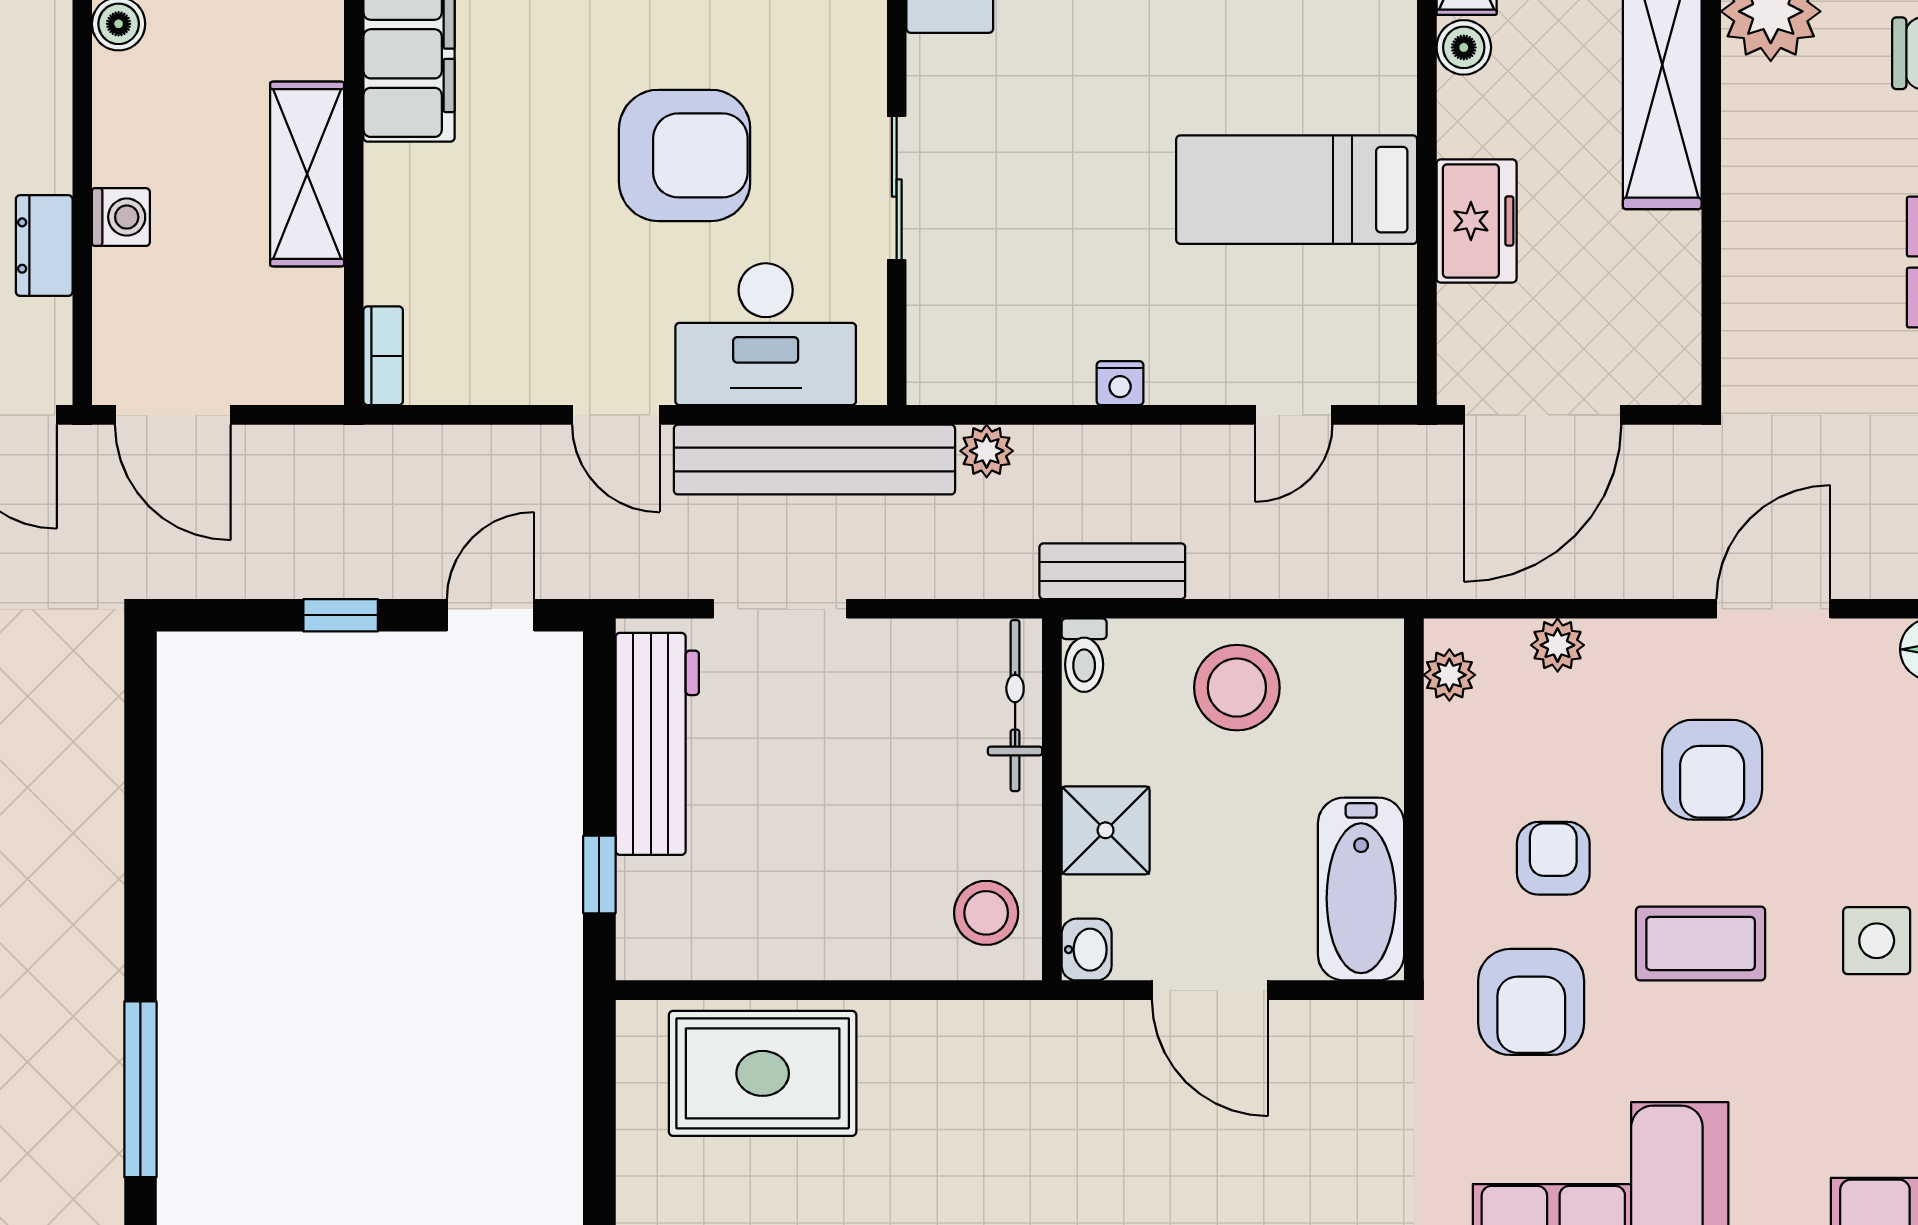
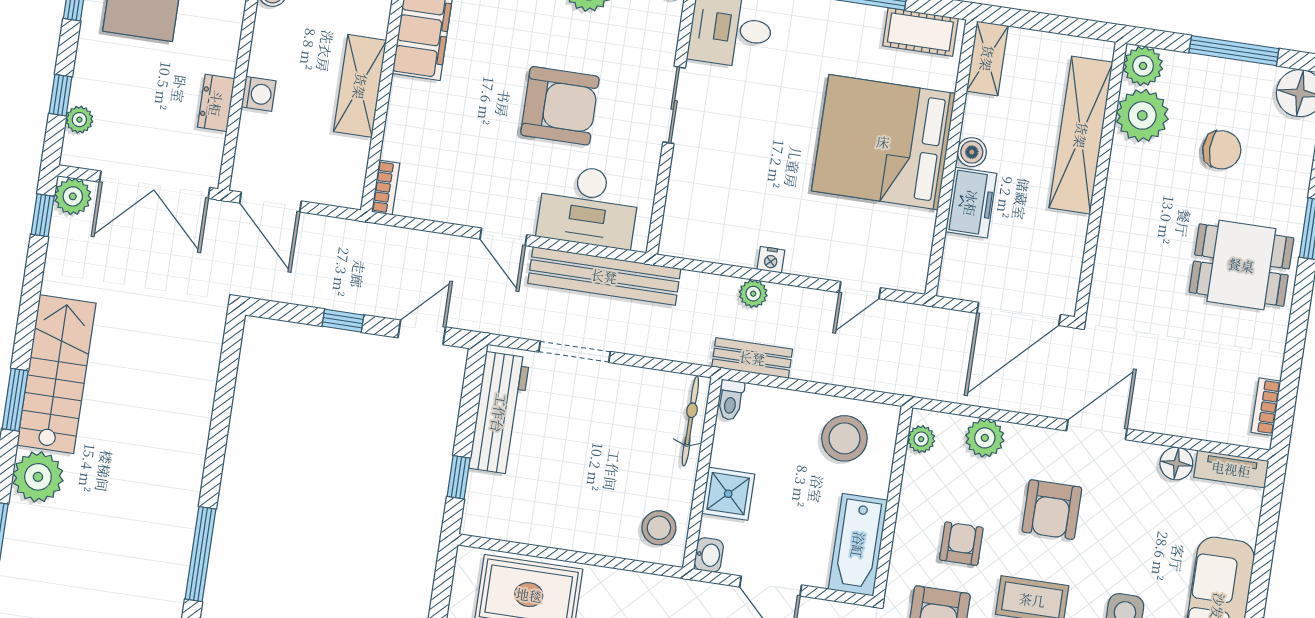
boiler: (1464, 47) -> (972, 152), moved
sliding door: (897, 188) -> (674, 105), moved
bed: (1297, 190) -> (883, 142), width x2.04
door: (1543, 415) -> (1019, 314), moved
plant: (987, 451) -> (753, 294), moved
plant: (1558, 645) -> (985, 438), width x1.38, depth x1.38
stool: (1237, 688) -> (844, 438), moved

